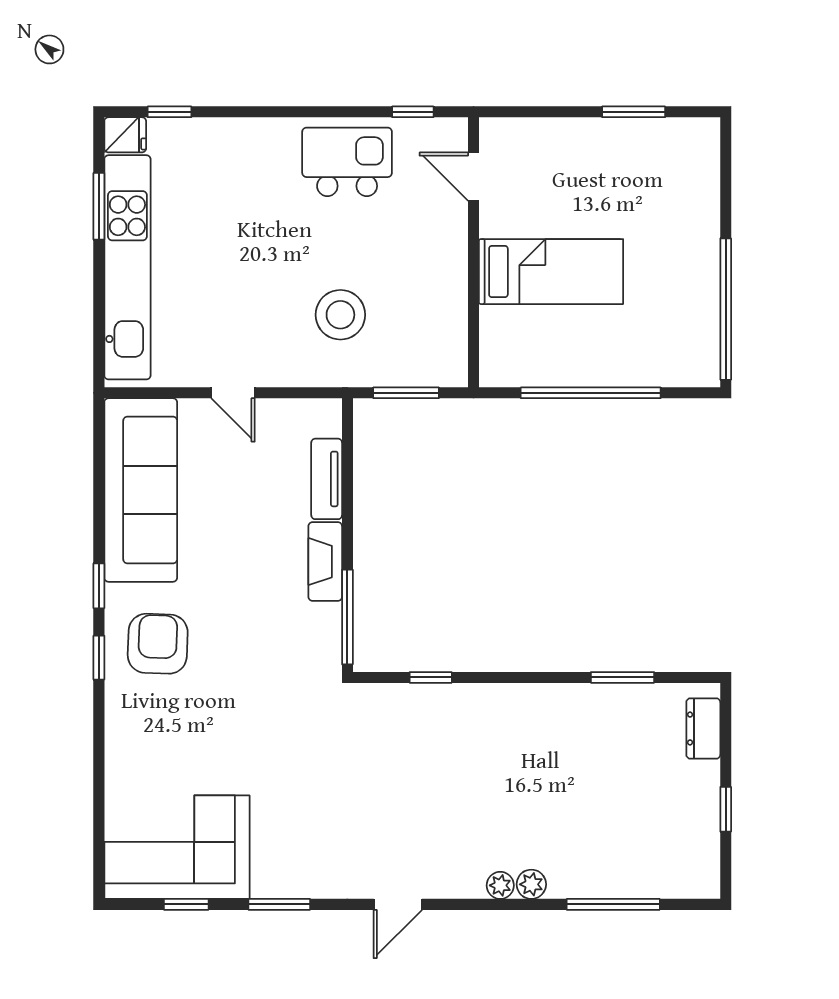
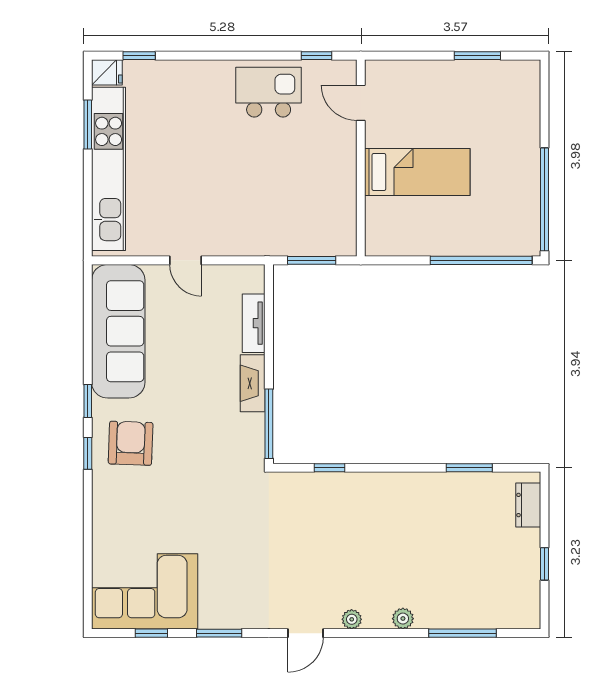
stool: (340, 315) -> (264, 204), removed
window: (591, 393) -> (481, 260), moved
plant: (500, 885) -> (352, 619), moved

